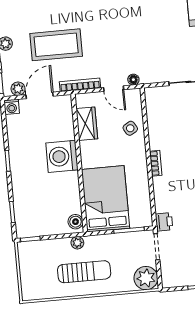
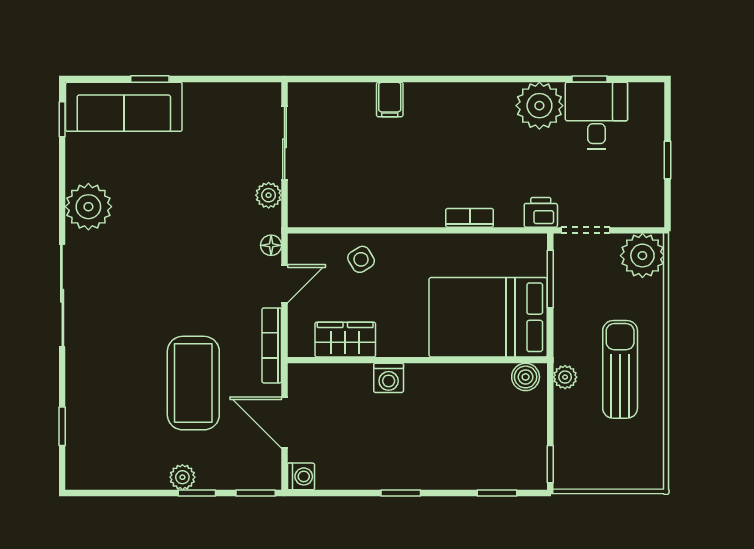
plant: (18, 89) -> (269, 195), moved
washing machine: (62, 156) -> (389, 378), width x0.53, depth x0.53
bookcase: (156, 163) -> (470, 218), moved

